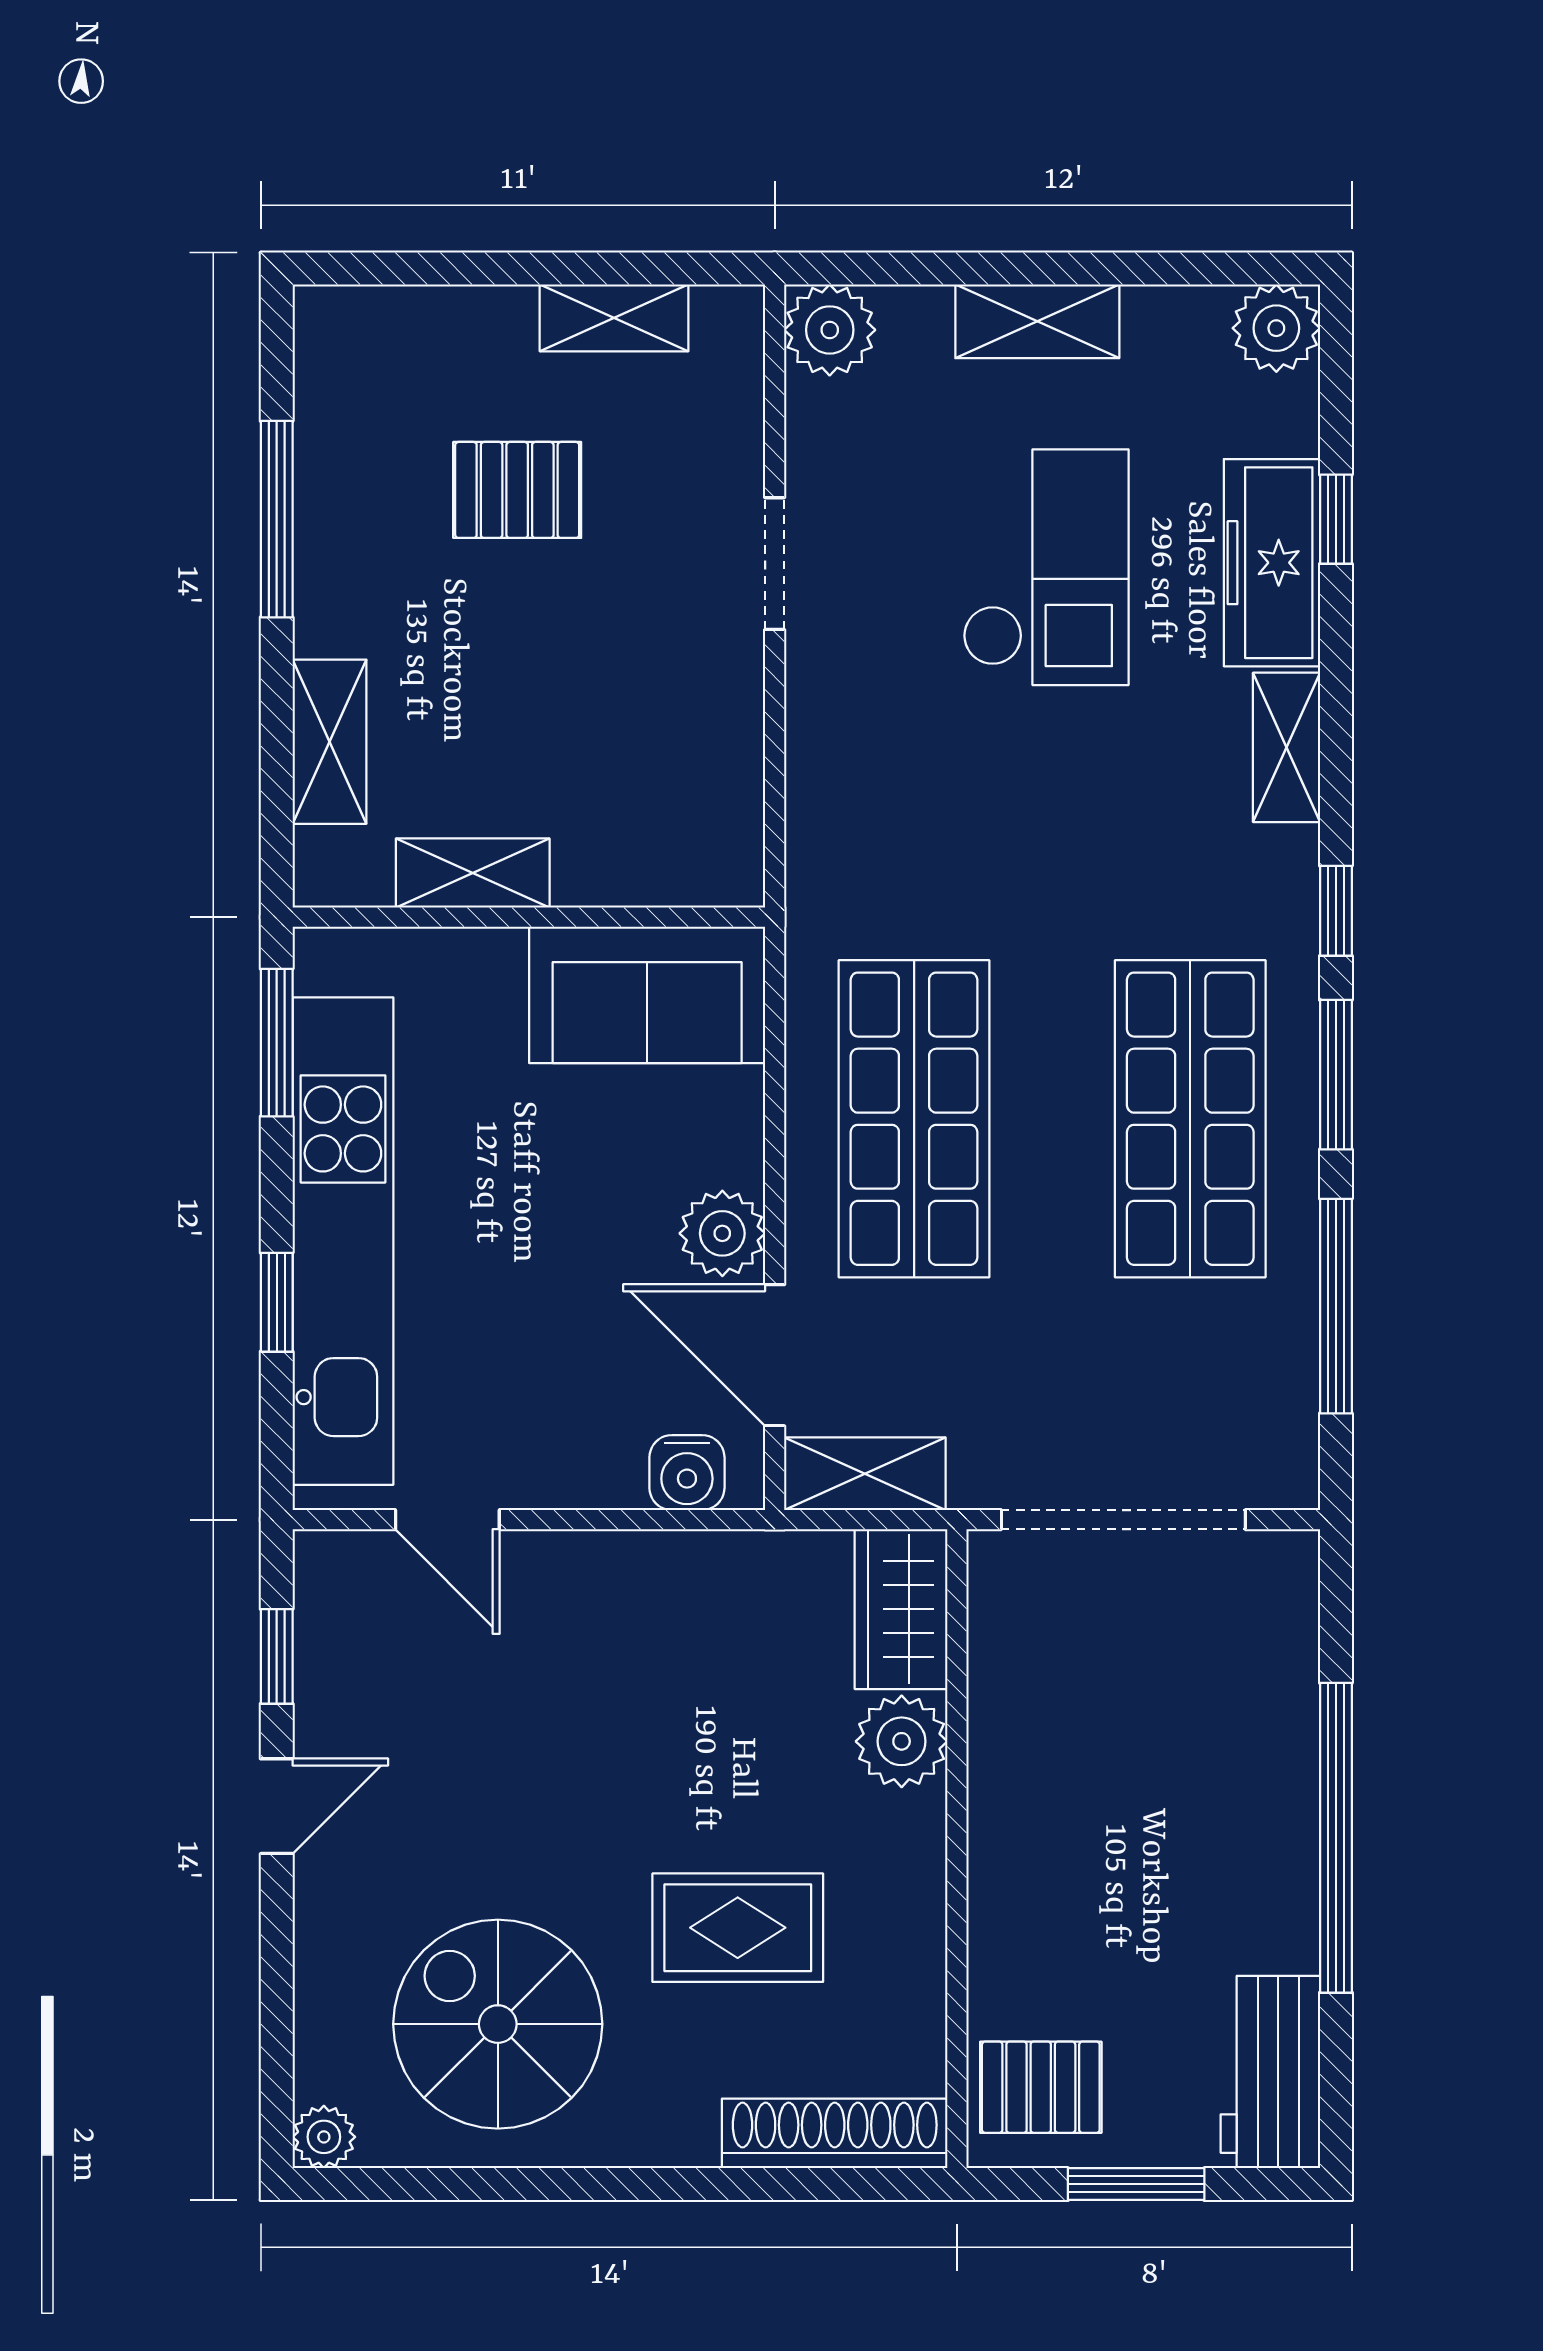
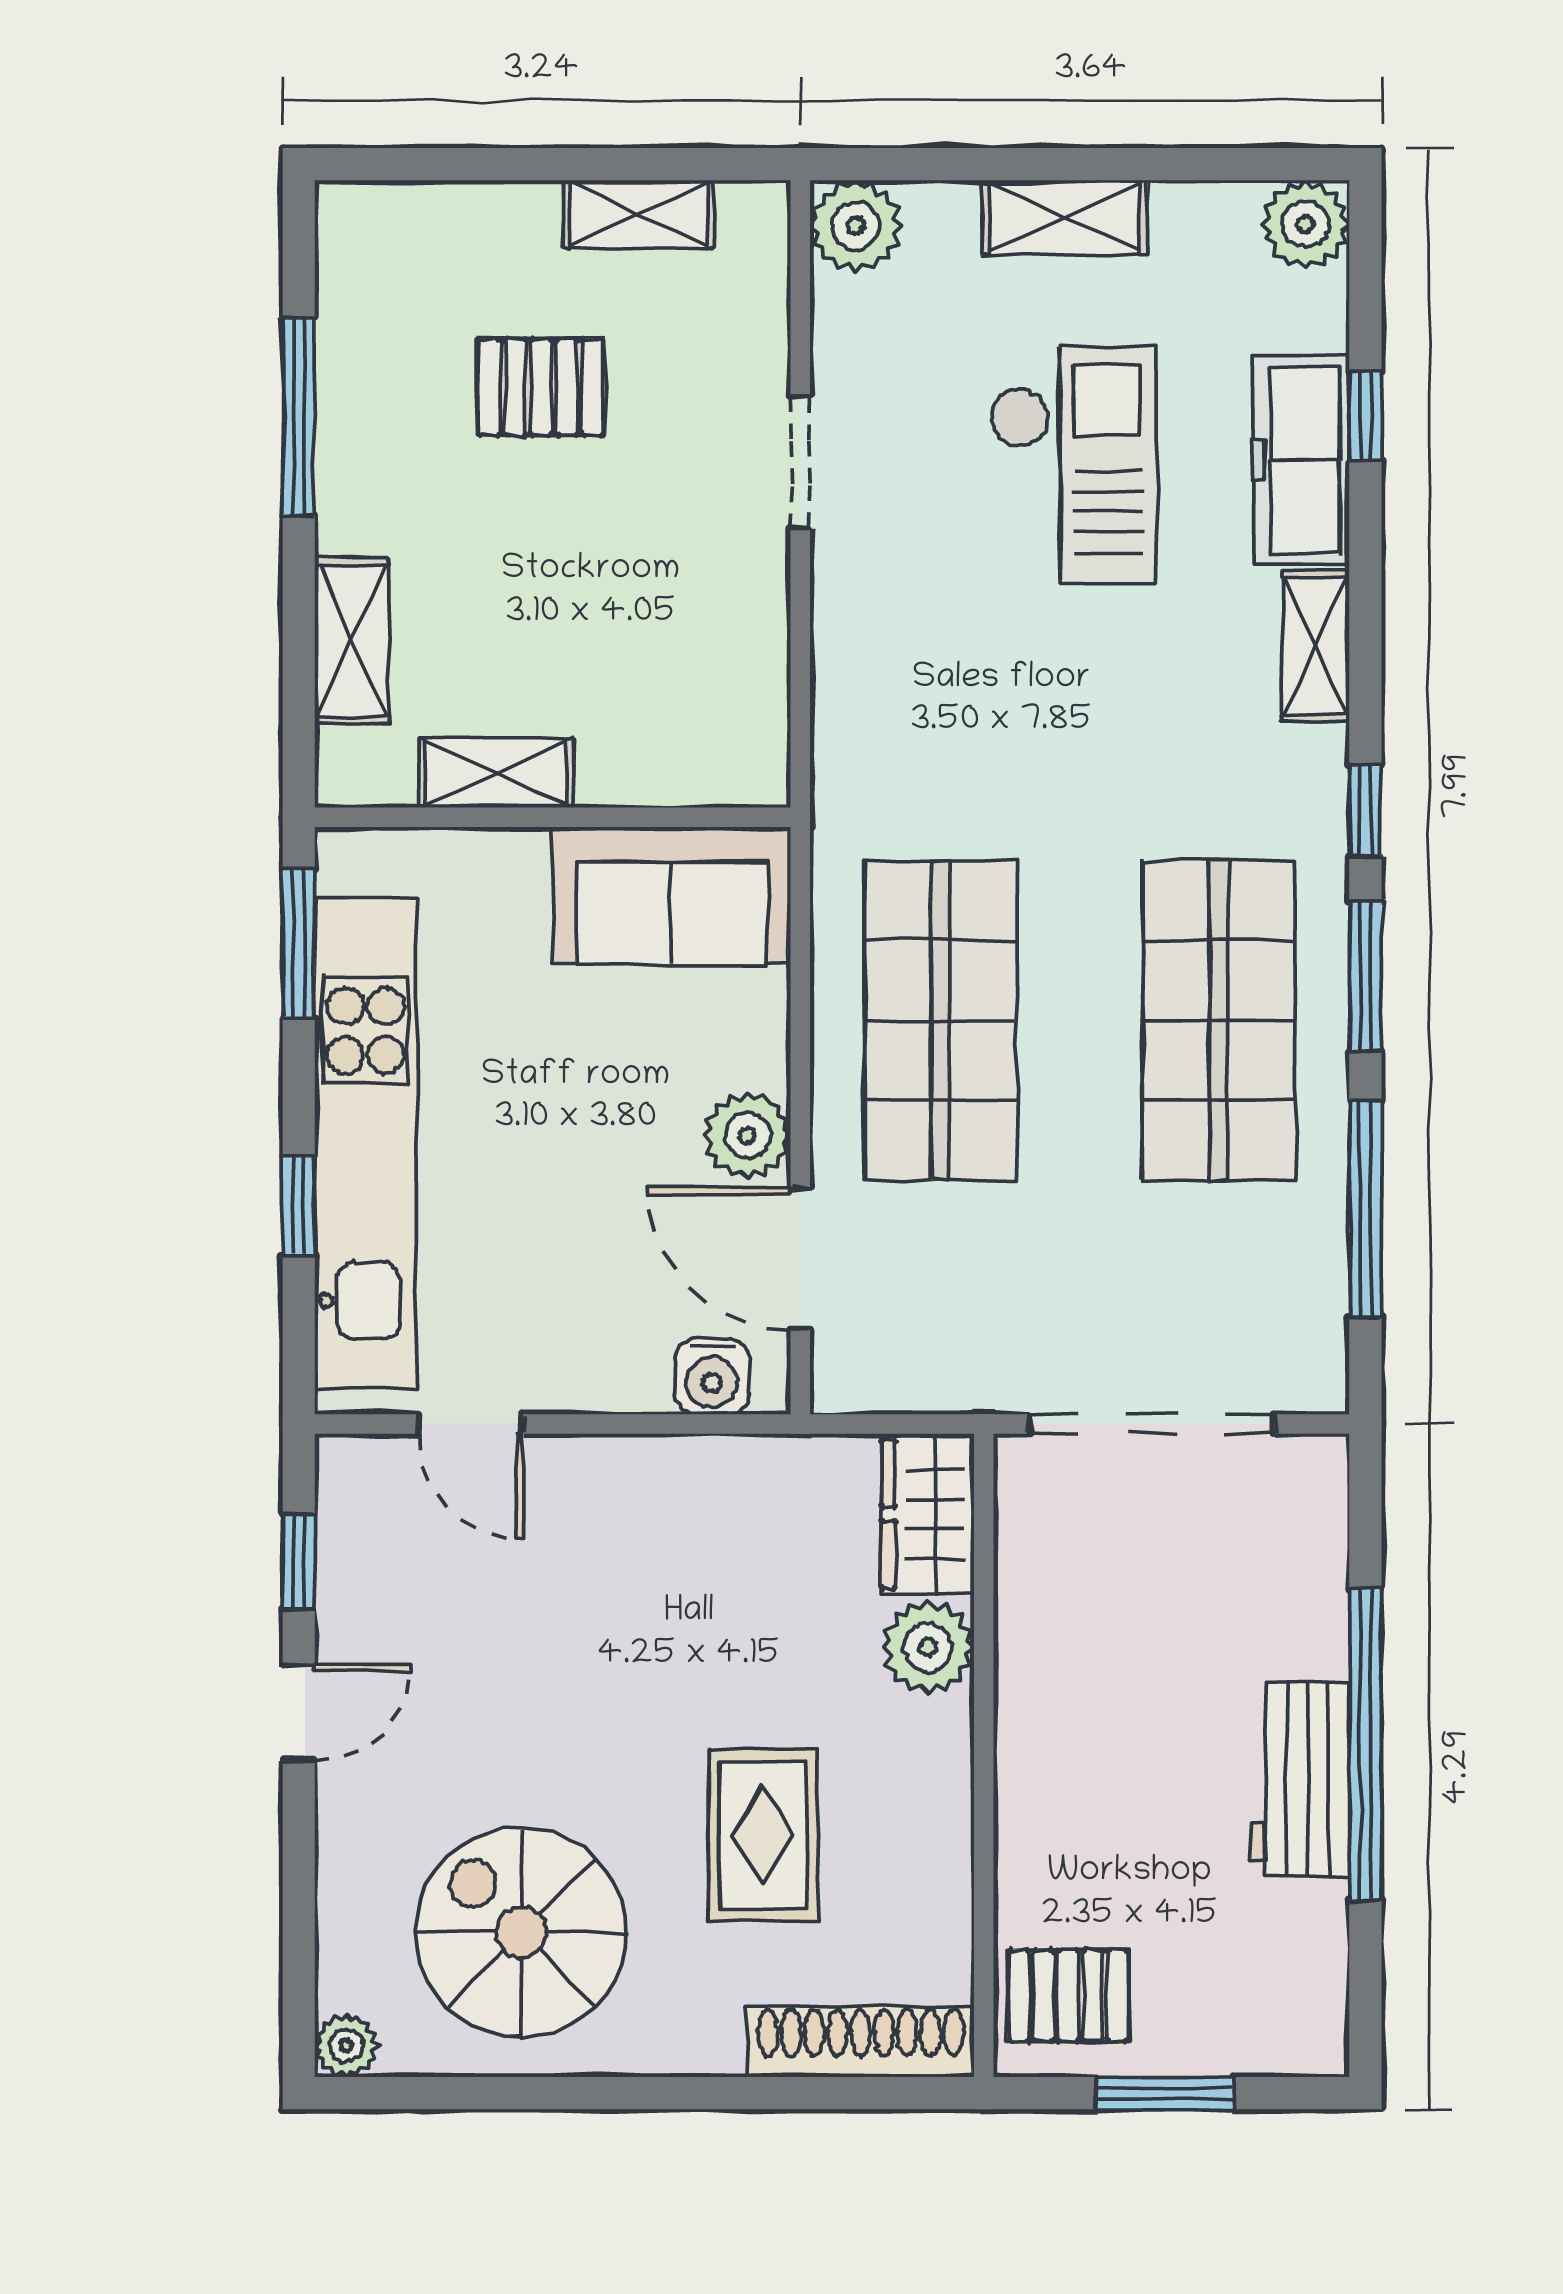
shelving: (865, 1474) -> (891, 1378), removed
rug: (738, 1928) -> (763, 1835), turned 90
workbench: (1270, 2072) -> (1299, 1779), moved

